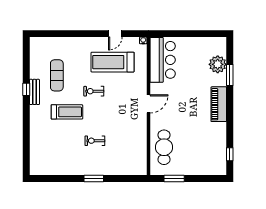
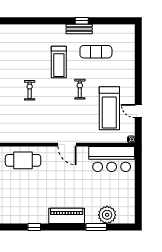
treadmill: (113, 62) -> (109, 108), turned 180
window: (230, 154) -> (34, 227), moved

